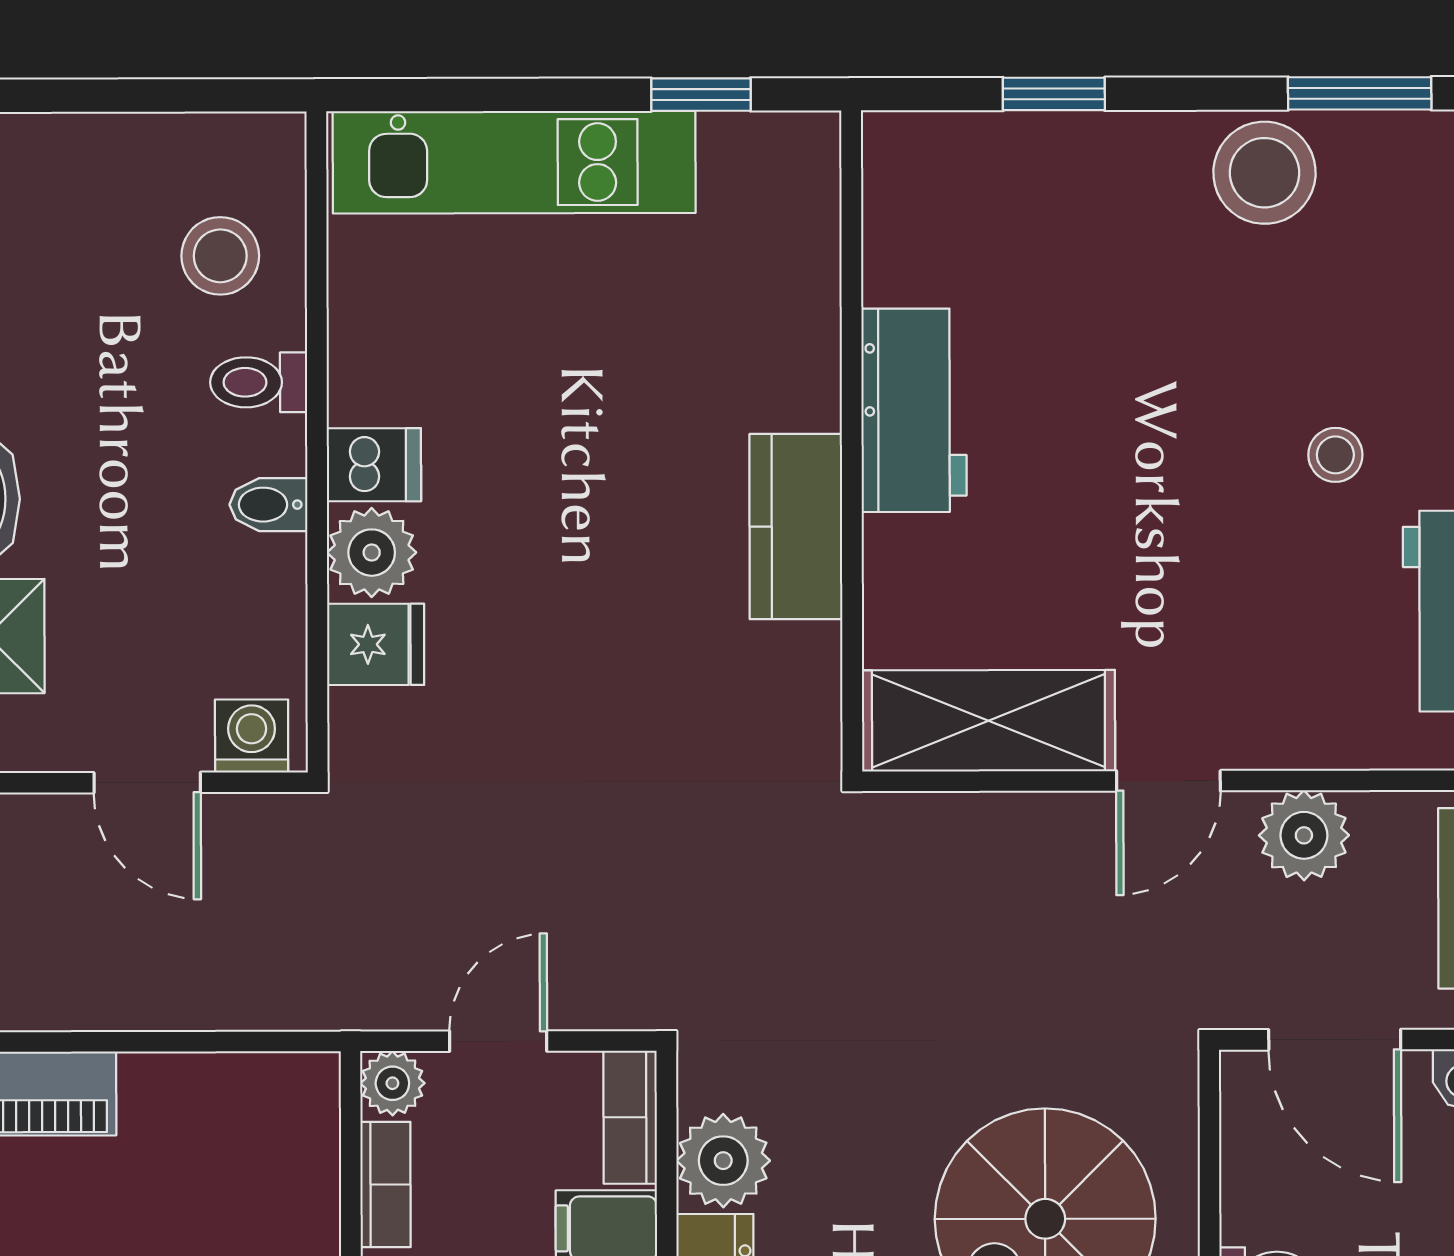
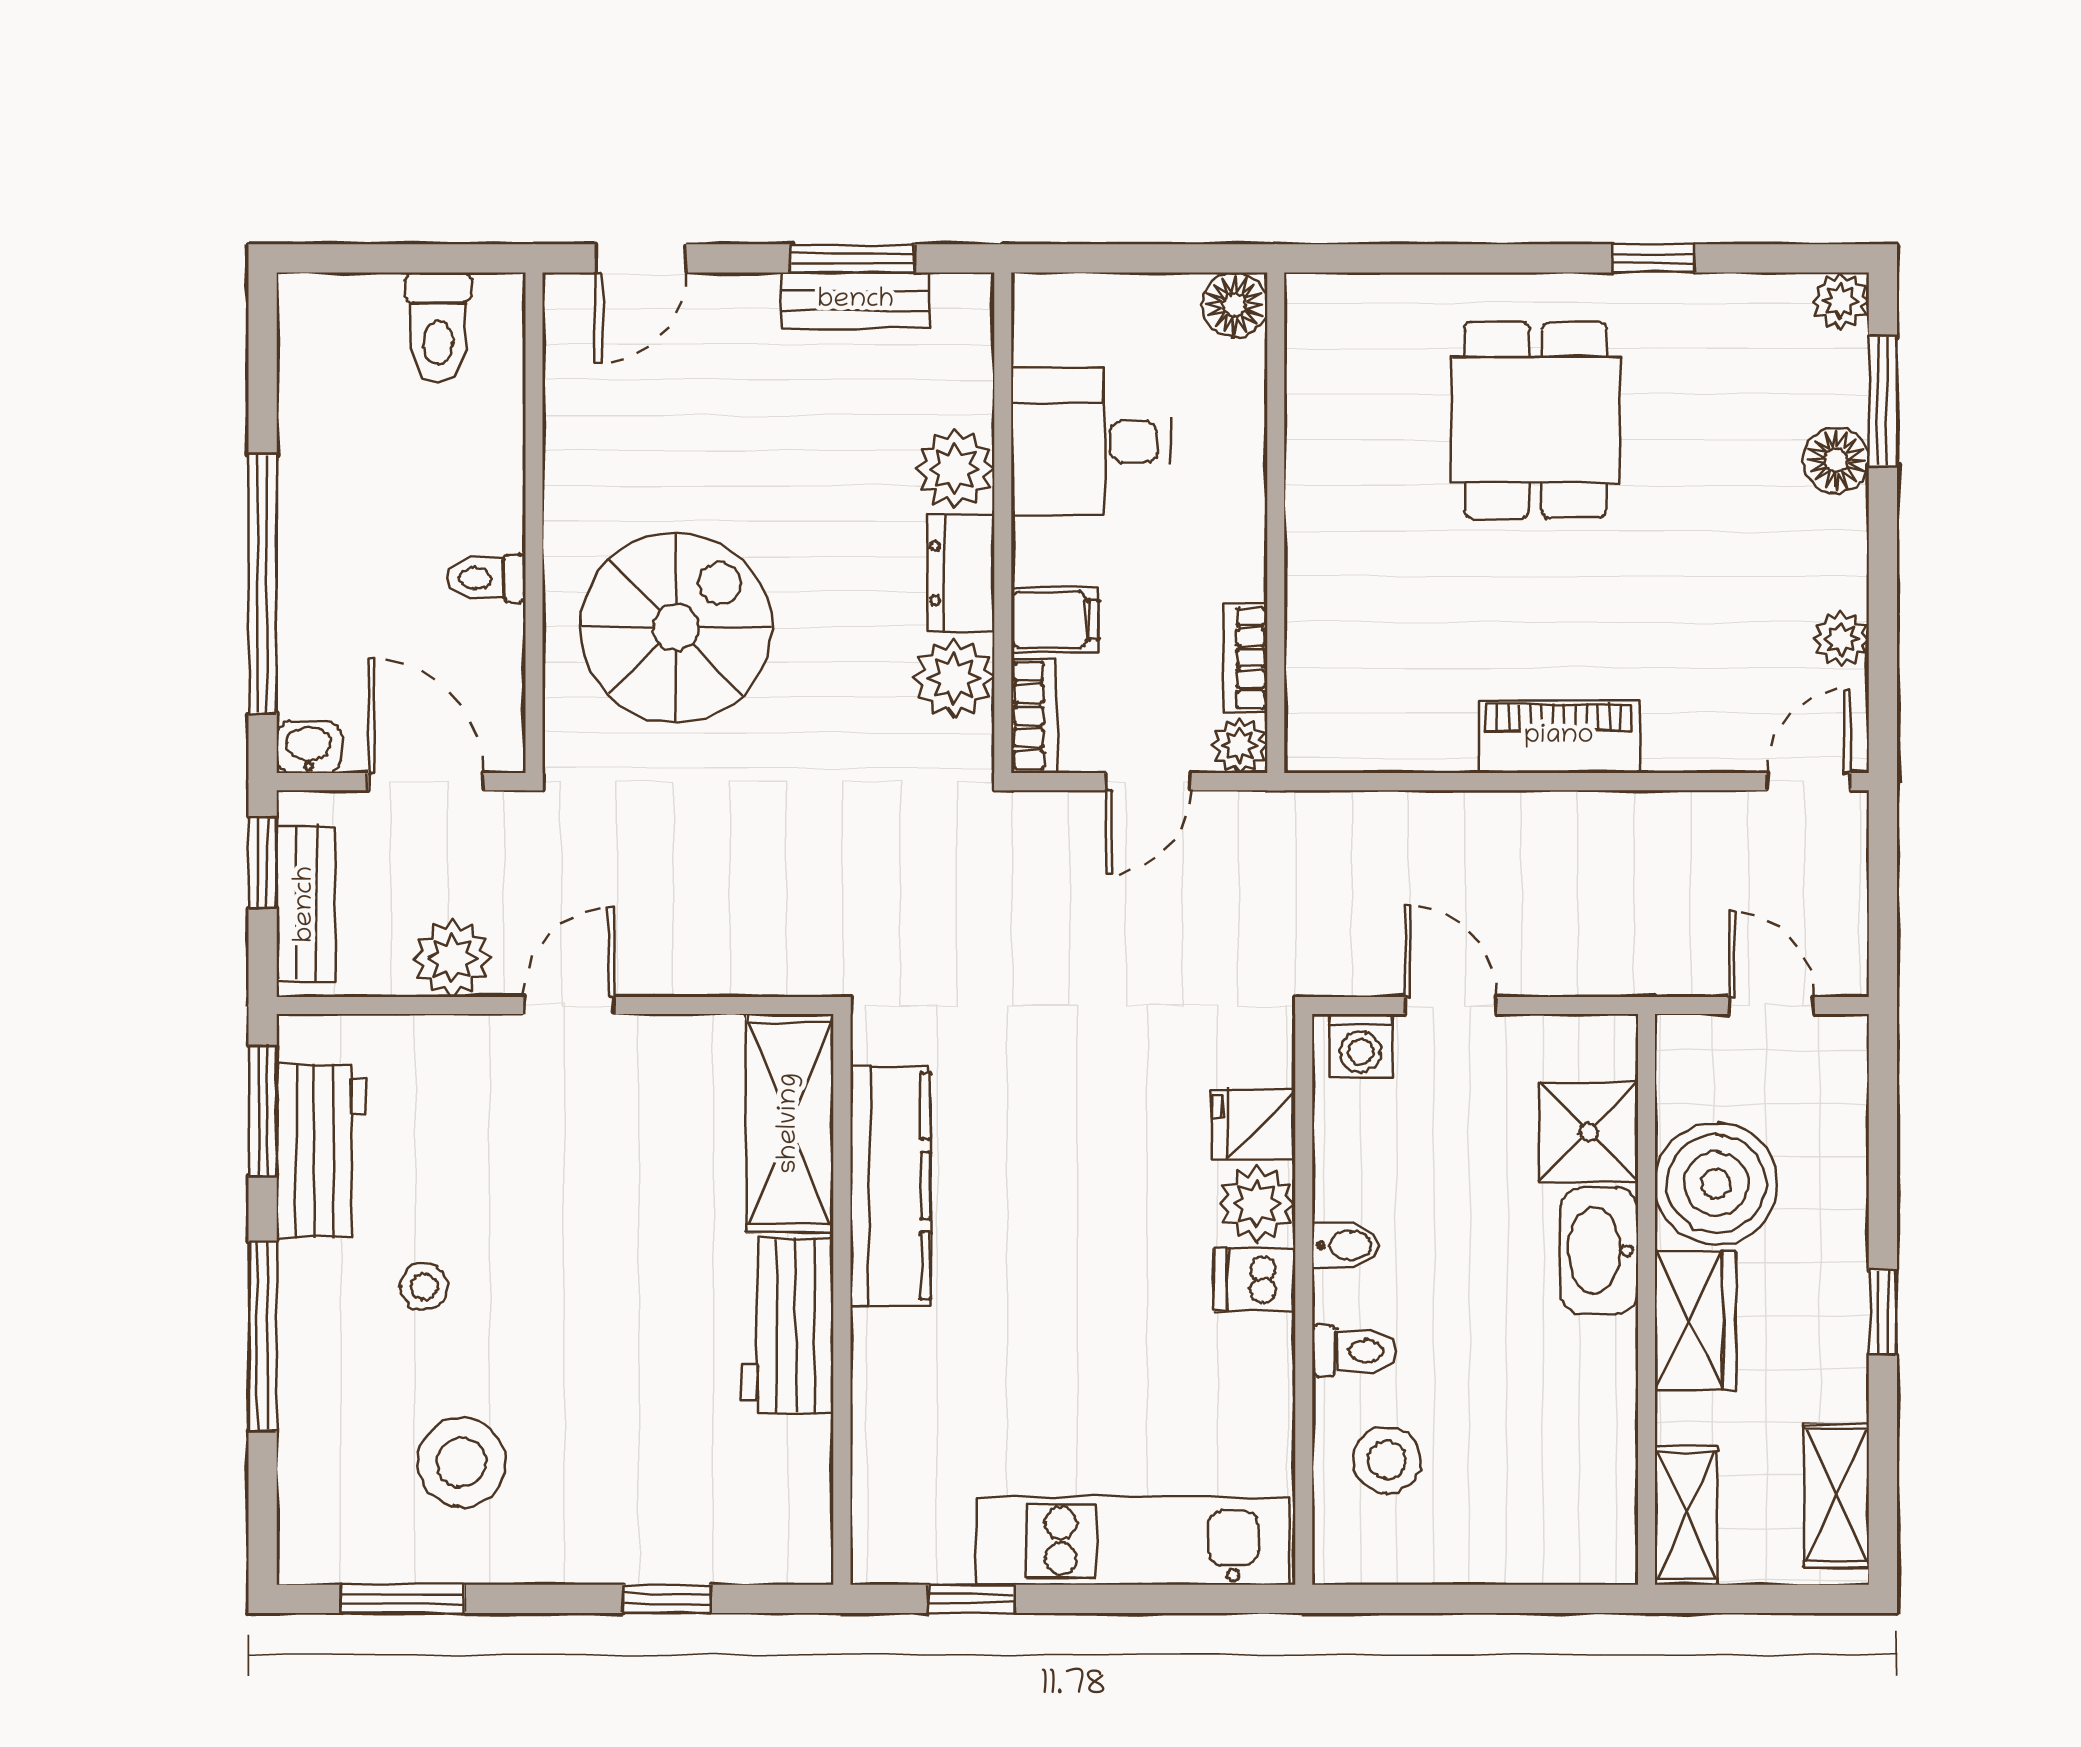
stool: (1264, 173) -> (462, 1462), moved
kitchen counter: (796, 526) -> (890, 1186), width x1.50
shelving: (988, 721) -> (790, 1123), moved, turned 90

